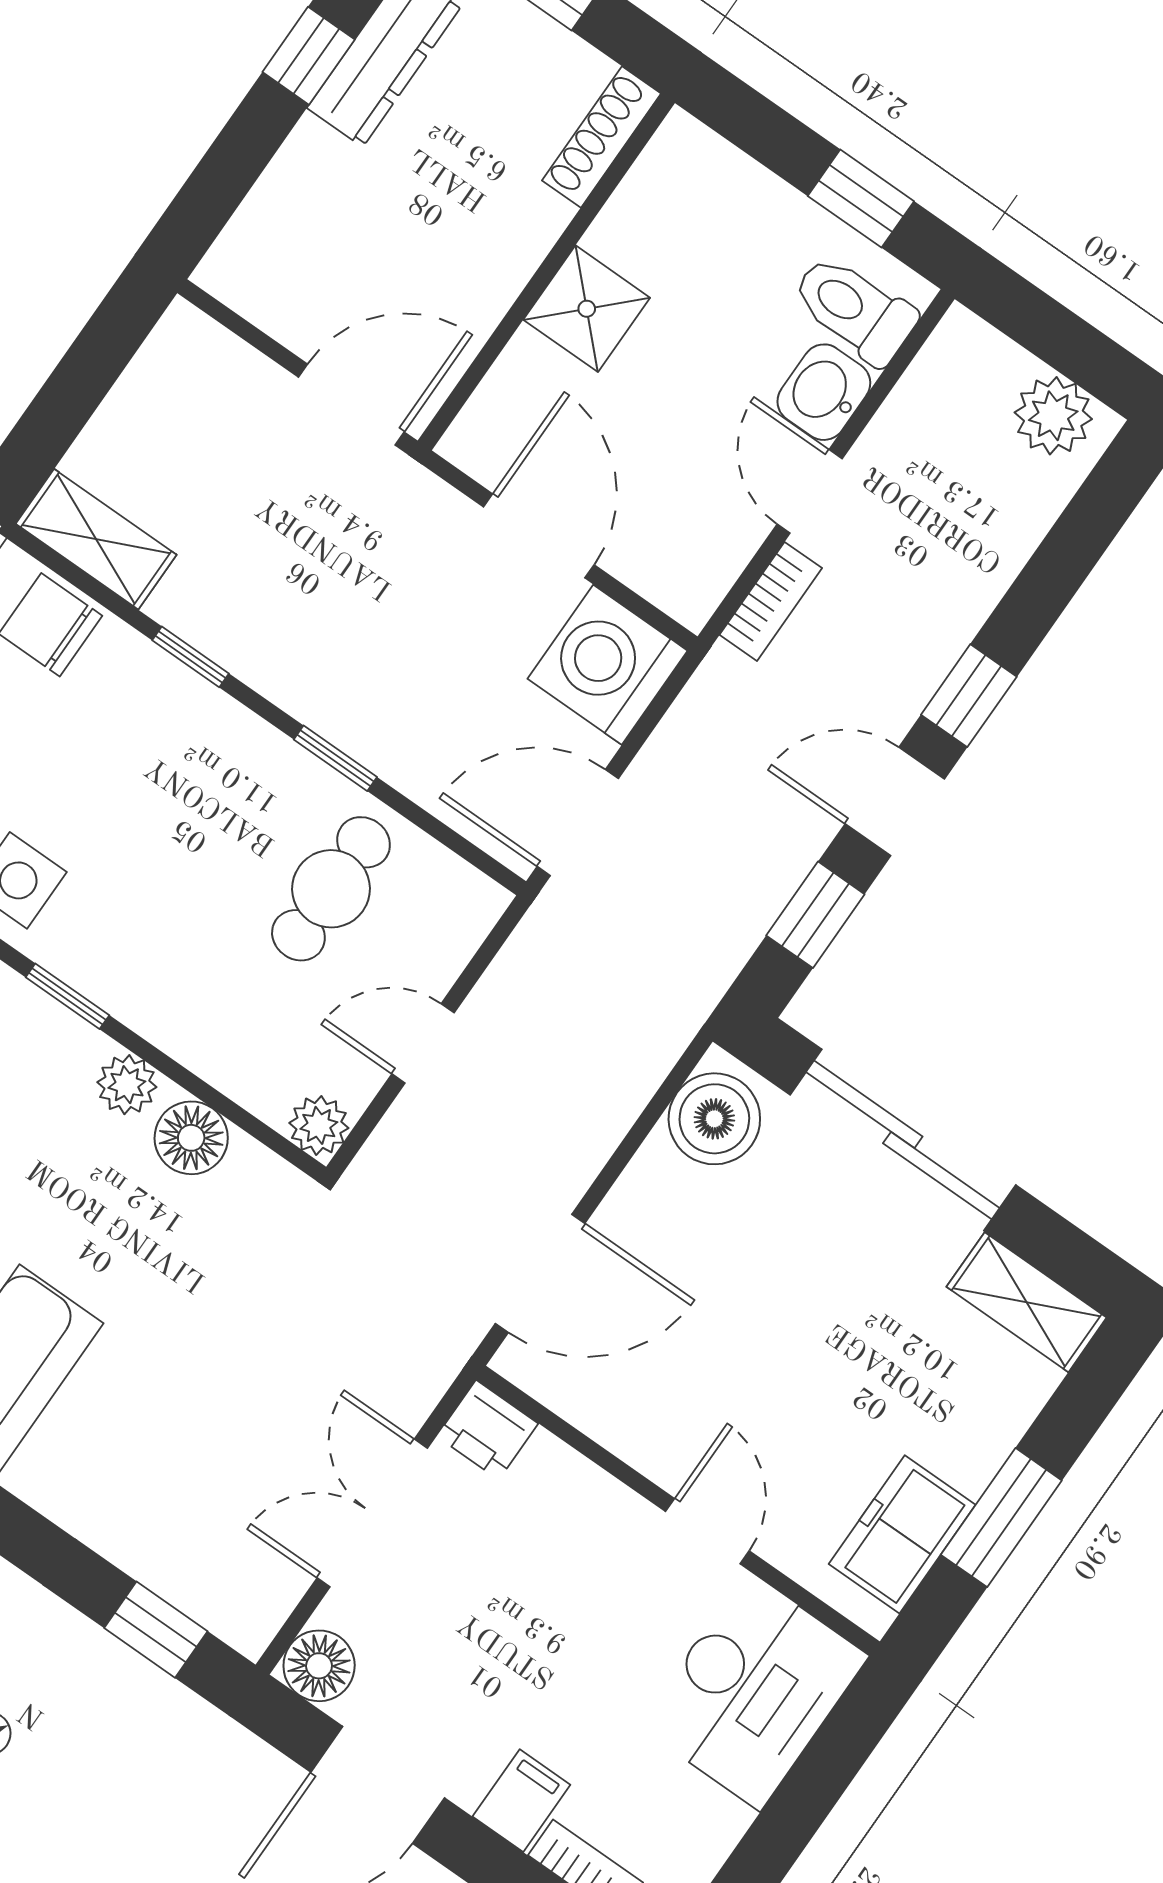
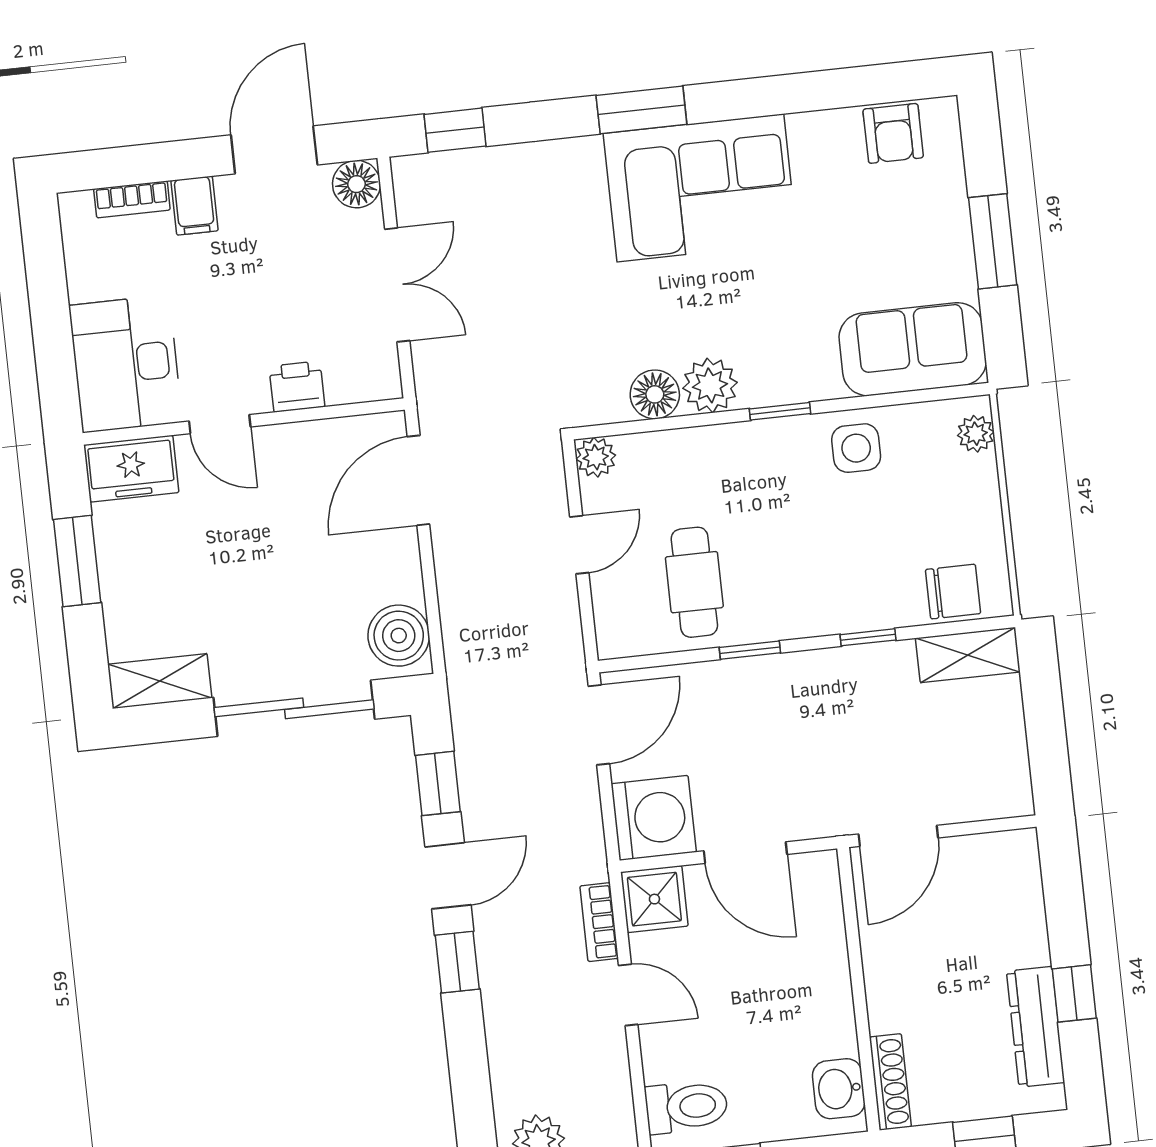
shower: (587, 309) -> (654, 899), moved
washbasin: (824, 392) -> (839, 1089), moved, turned 180
plant: (127, 1085) -> (710, 385), width x1.38, depth x1.38
printer: (487, 1430) -> (297, 386), moved
freezer: (902, 1534) -> (131, 469), moved, turned 90

